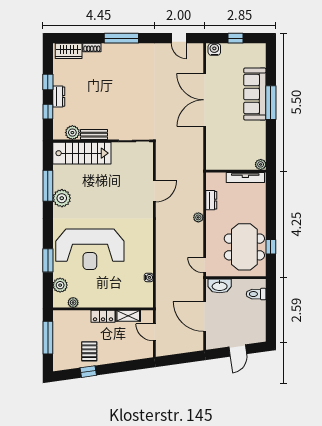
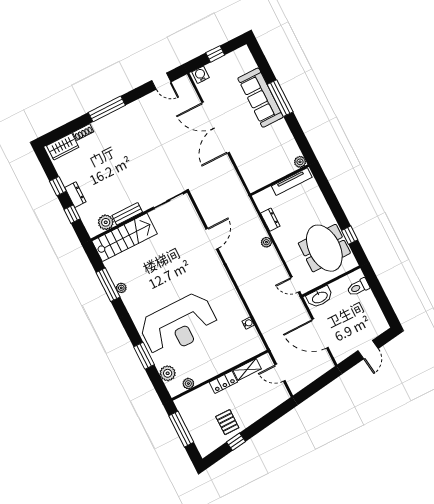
plant: (62, 198) -> (121, 288), width x0.53, depth x0.53

